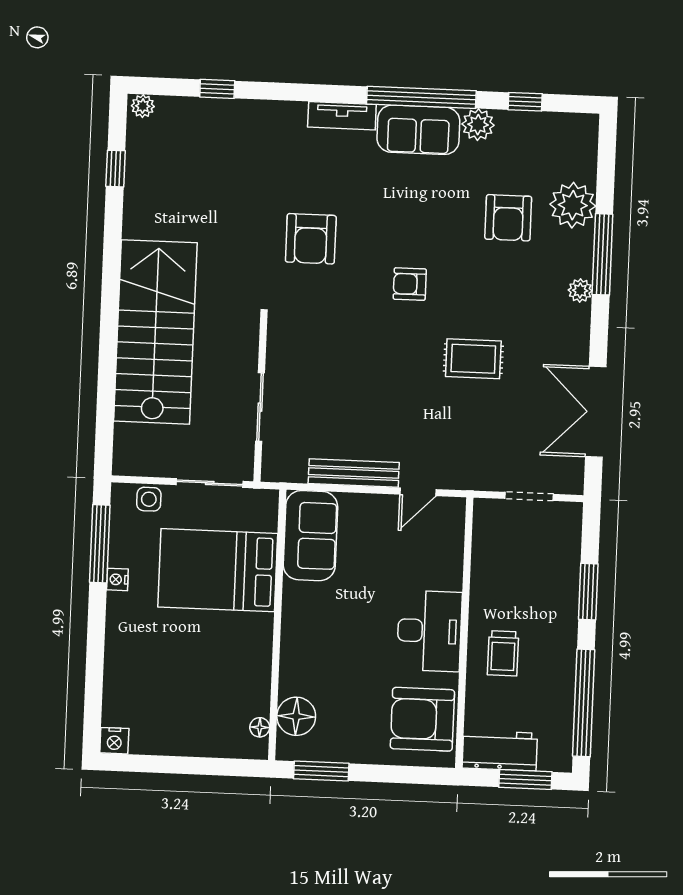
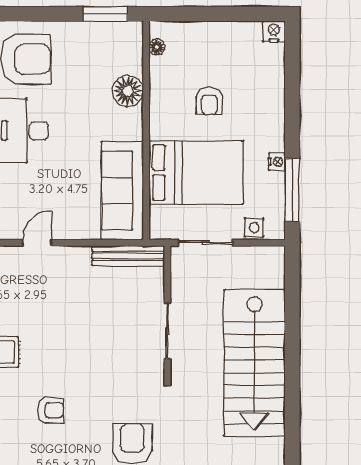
sliding door: (260, 407) -> (167, 331), moved
bench: (354, 473) -> (128, 256), moved
sofa: (310, 536) -> (122, 191), width x1.36
armchair: (198, 658) -> (209, 101), added
floor lamp: (296, 716) -> (128, 91), moved

